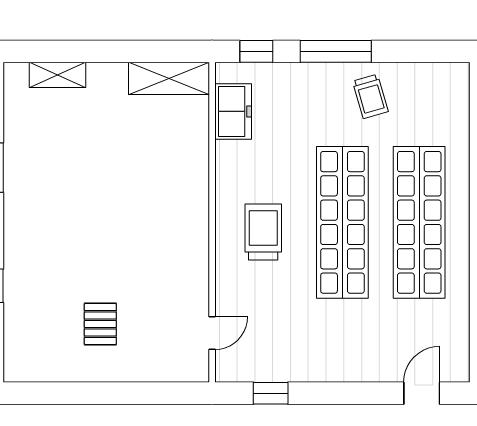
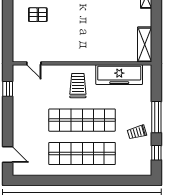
window: (256, 51) -> (156, 153), moved
freezer: (233, 111) -> (119, 75), width x1.91, depth x1.26
trolley: (263, 232) -> (78, 86), turned -90

